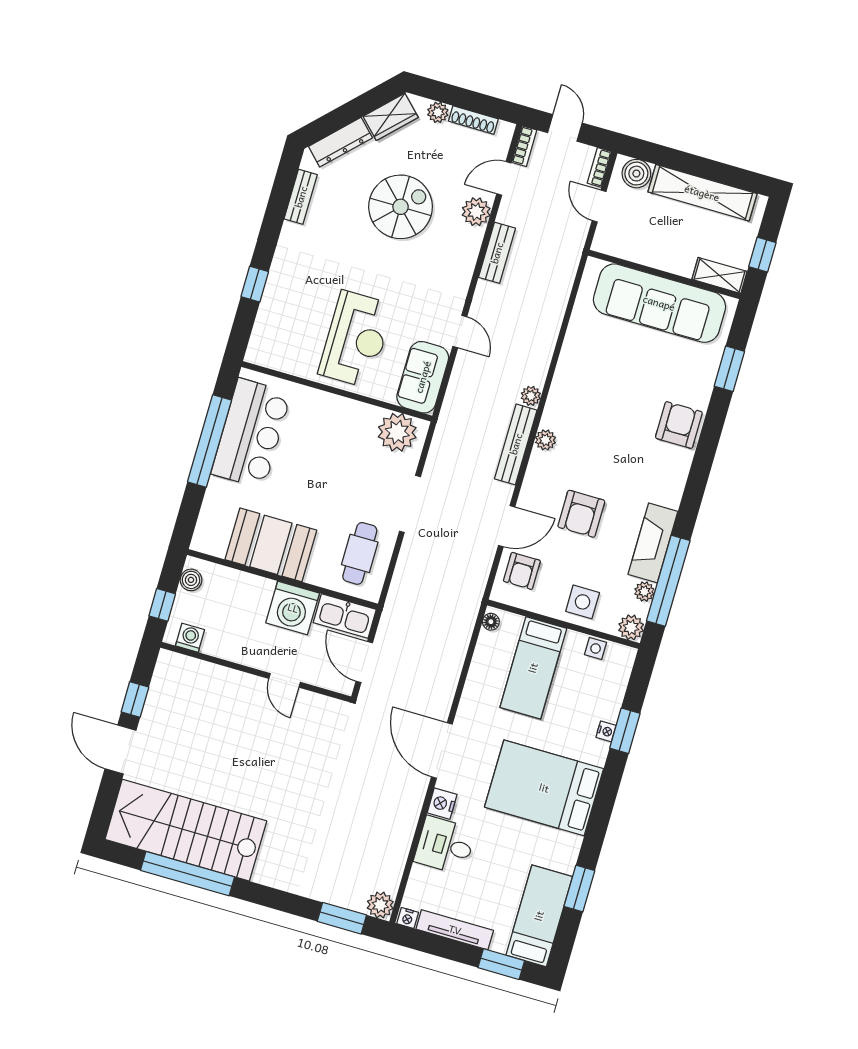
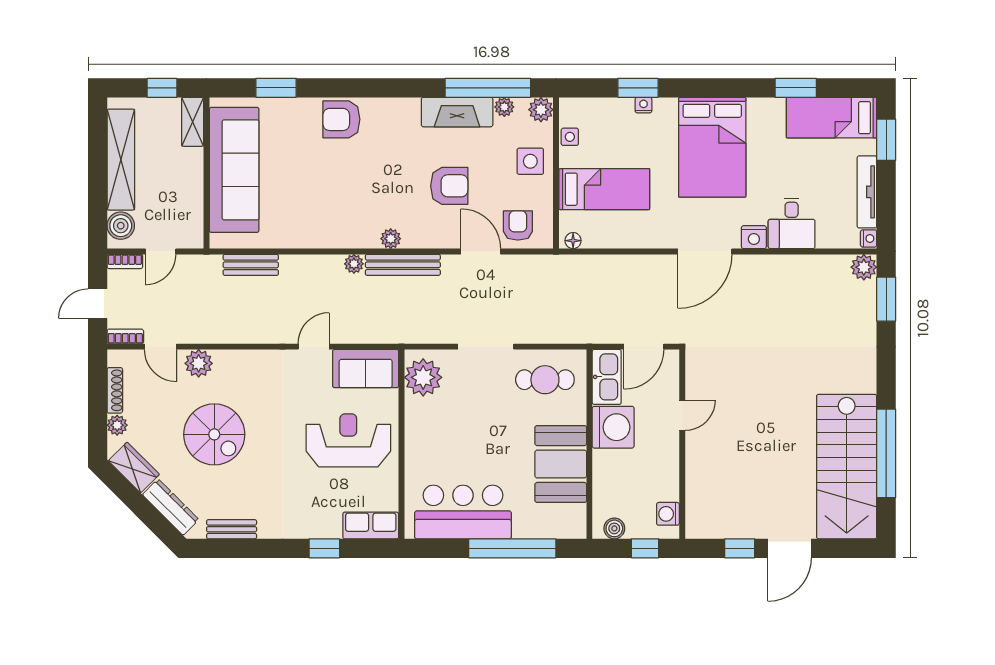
spiral stairs: (401, 207) -> (214, 434), turned 180
bench: (497, 253) -> (251, 265), moved
row of seats: (264, 337) -> (371, 525), added
window: (210, 441) -> (512, 548), moved
armchair: (522, 571) -> (518, 225), turned -90

